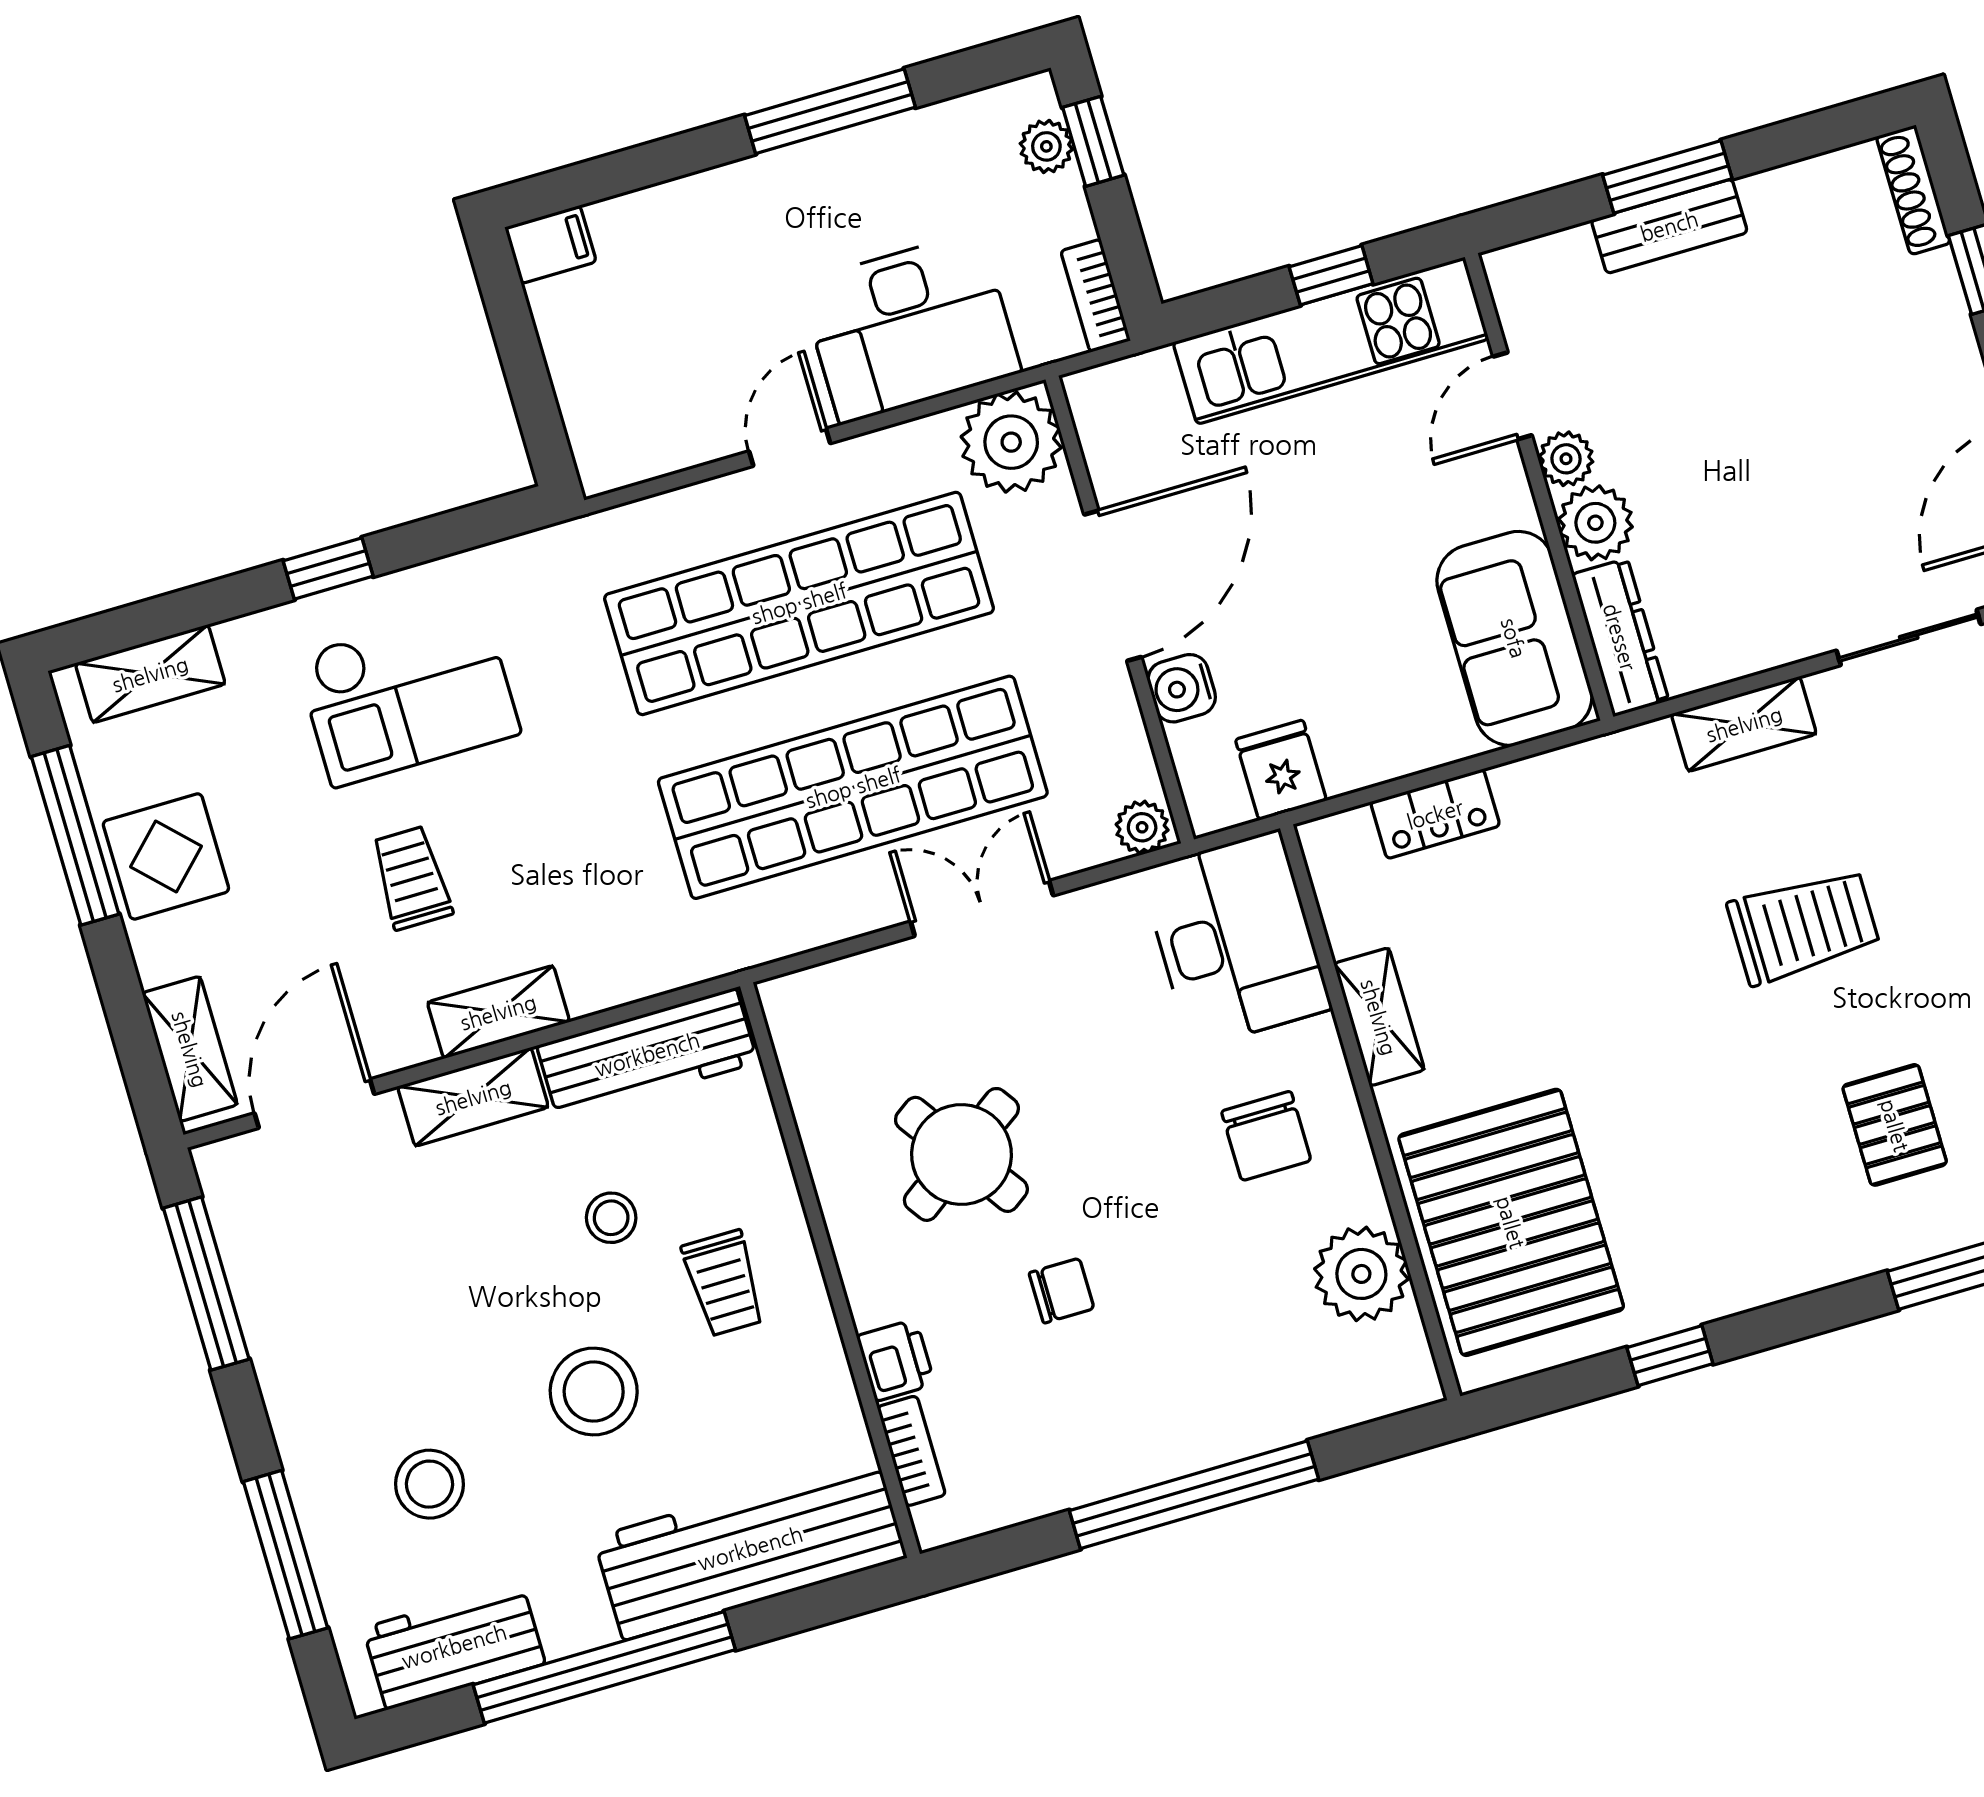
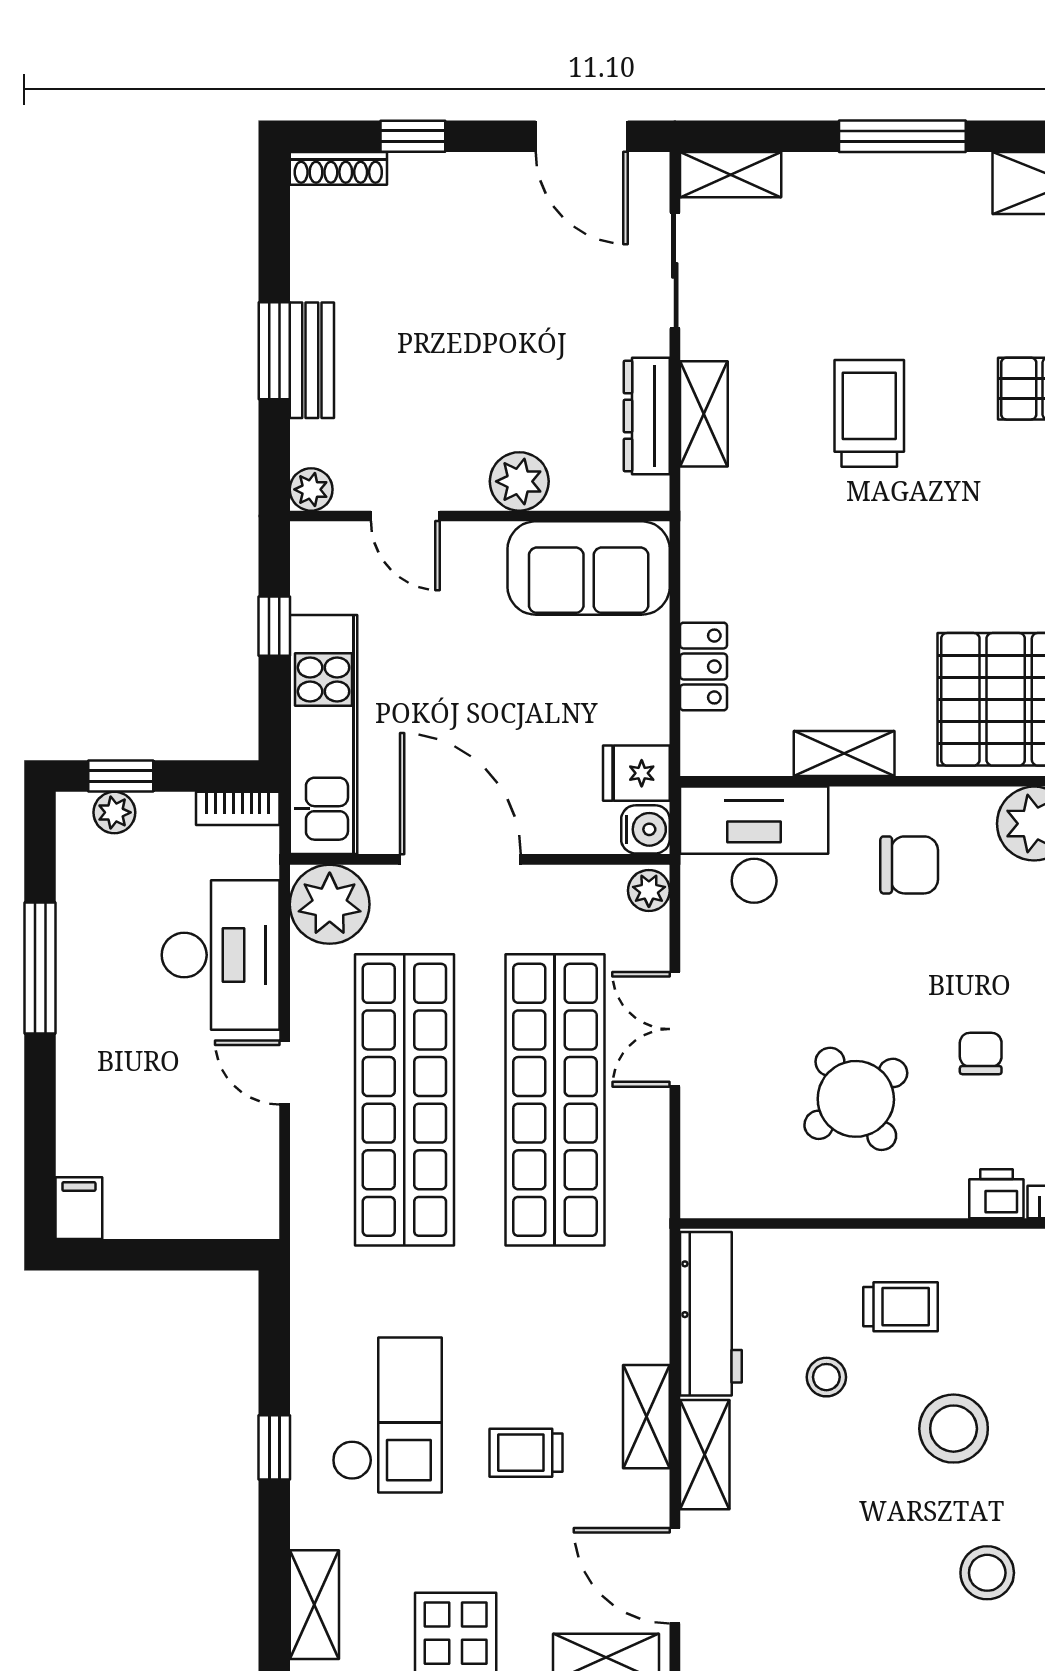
kitchen unit: (1331, 341) -> (324, 735), moved
plant: (1566, 459) -> (311, 489), moved
dresser: (1620, 637) -> (647, 416), moved, turned -90
water cooler: (1182, 688) -> (645, 829), moved, turned -90

